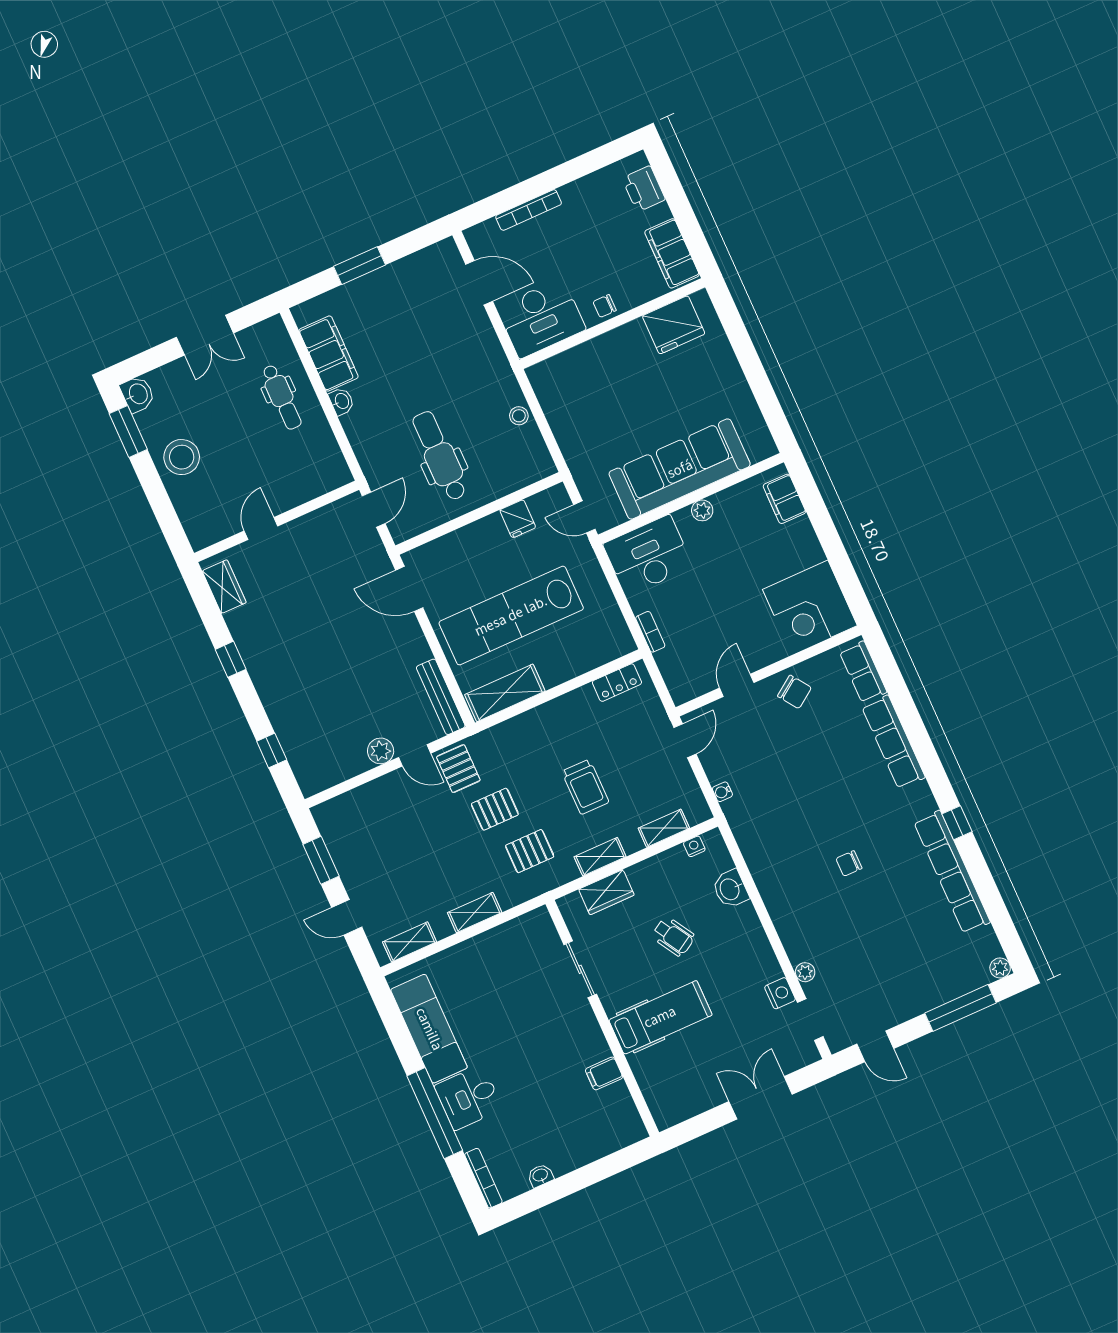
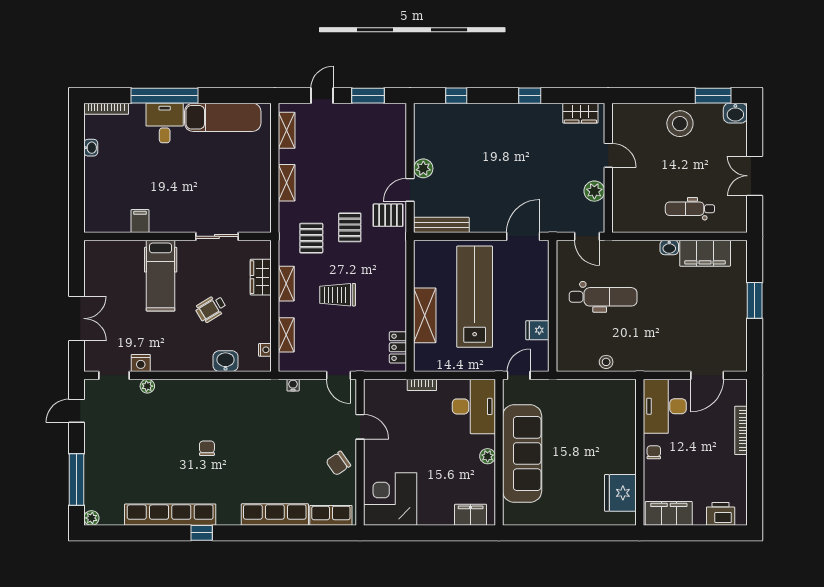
plant: (313, 526) -> (594, 191), added
shelving: (505, 693) -> (425, 315), moved

